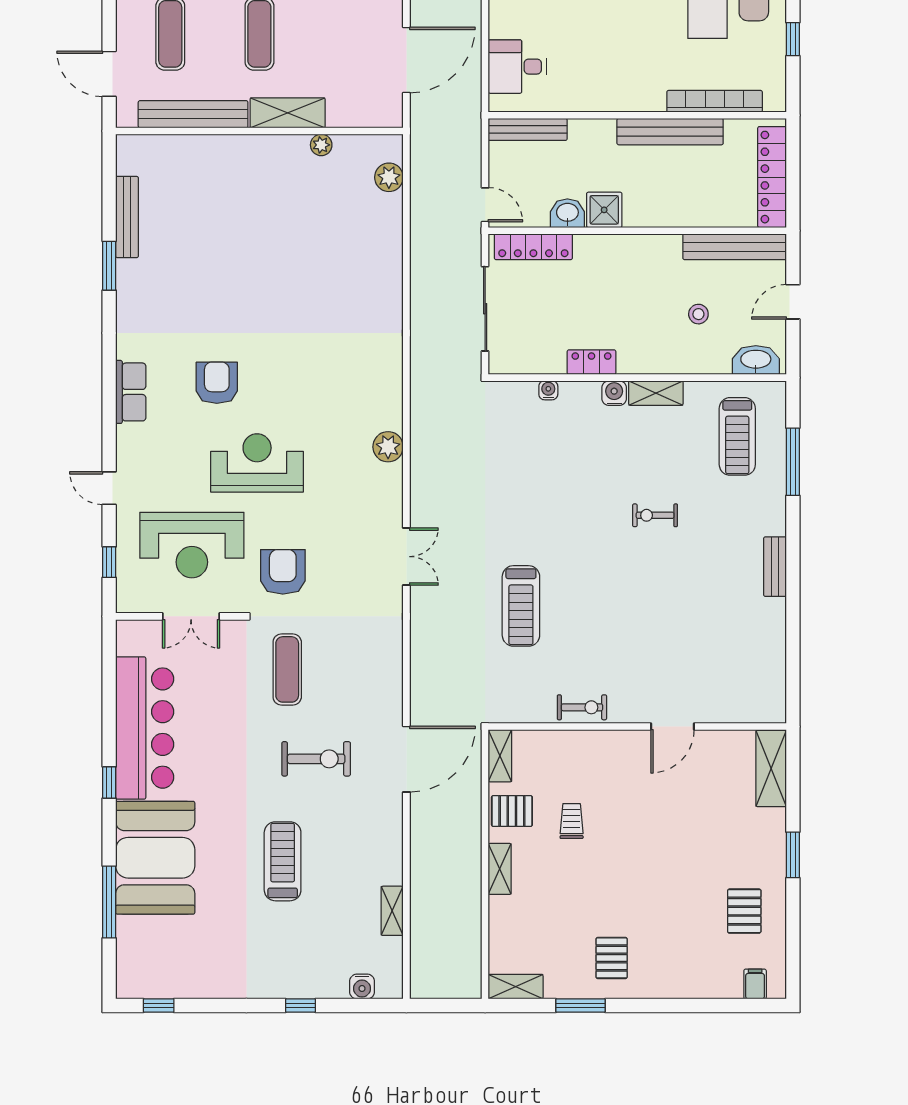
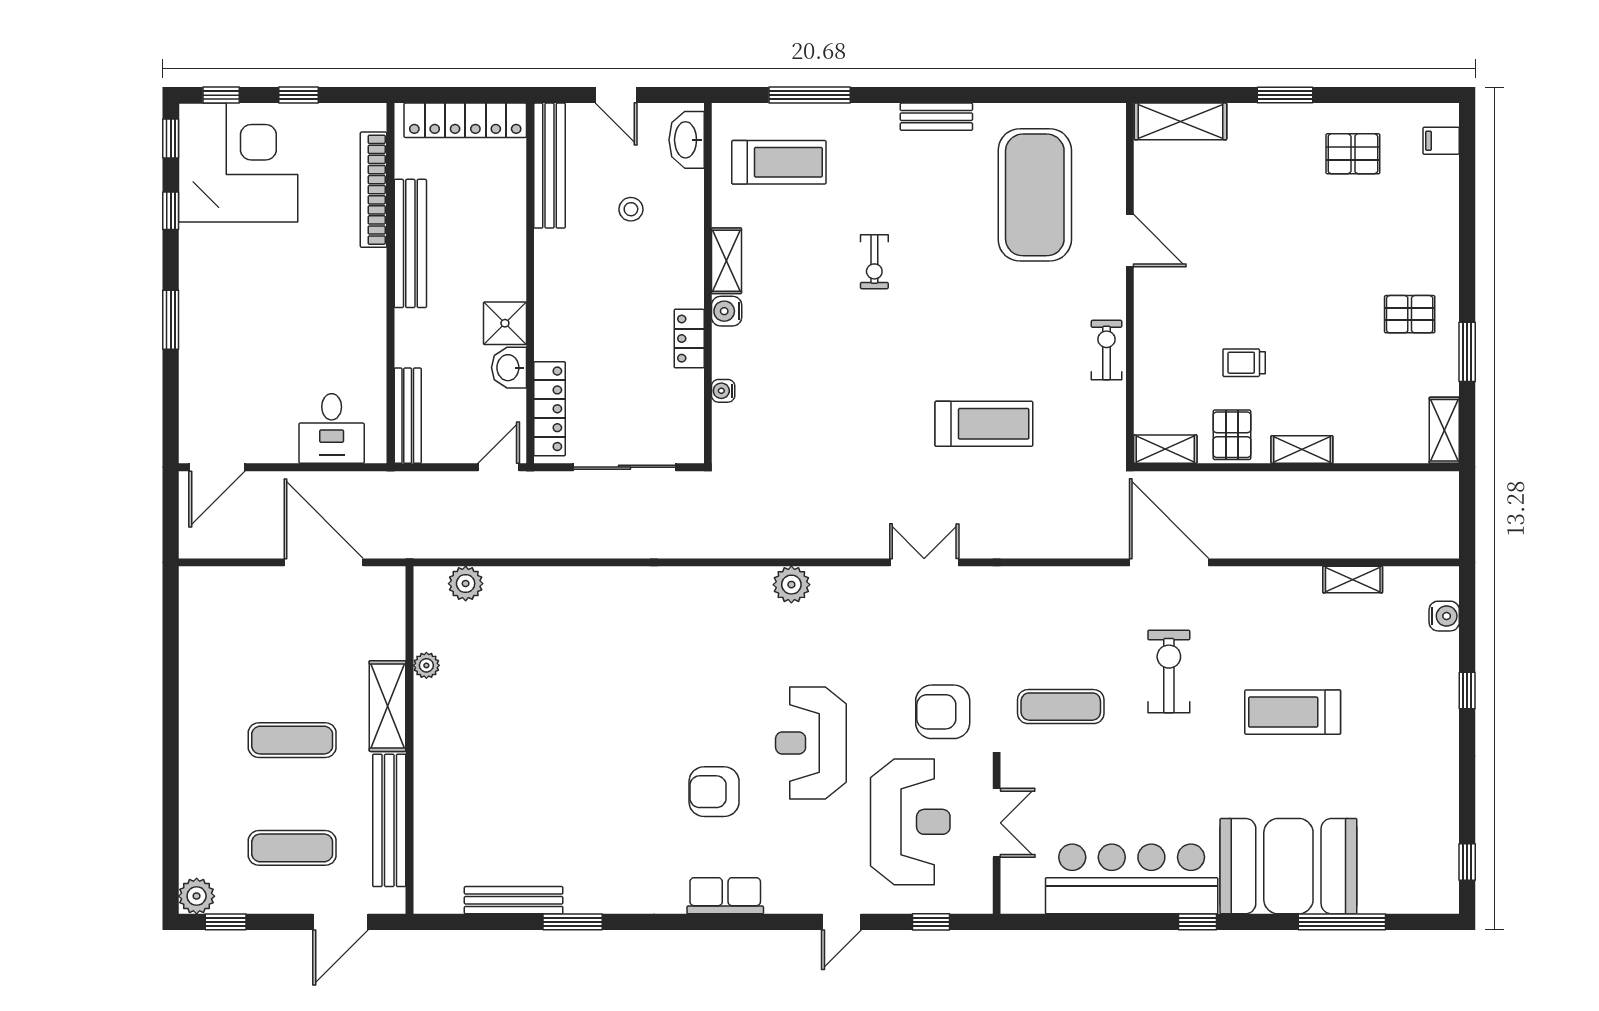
exercise mat: (710, 648) -> (1035, 195), added

